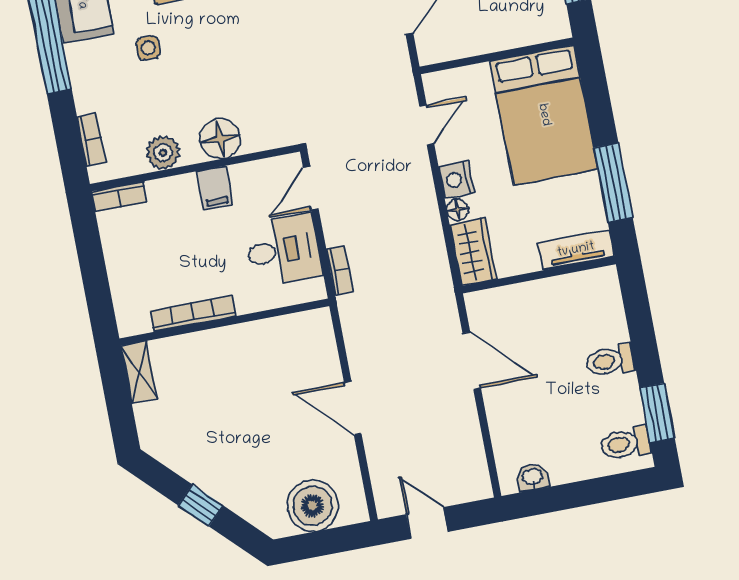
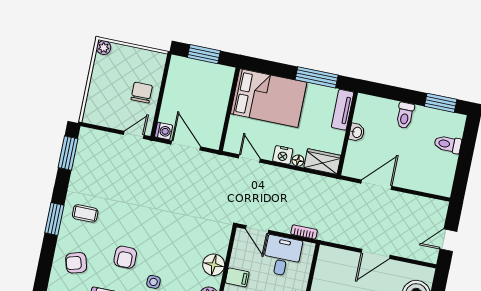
toilet: (626, 444) -> (448, 144), moved, turned 90
washbasin: (532, 477) -> (357, 132), moved, turned 180

